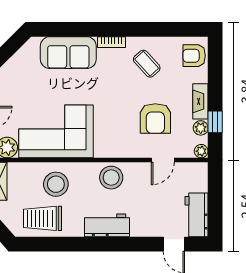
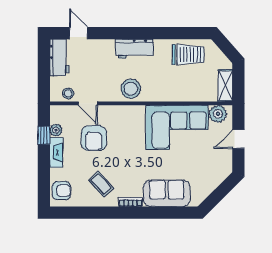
armchair: (155, 118) -> (94, 138), turned 180
plant: (201, 151) -> (55, 111), removed
door: (163, 160) -> (88, 103), swing flipped
stool: (56, 184) -> (68, 93), moved, width x0.53, depth x0.53

